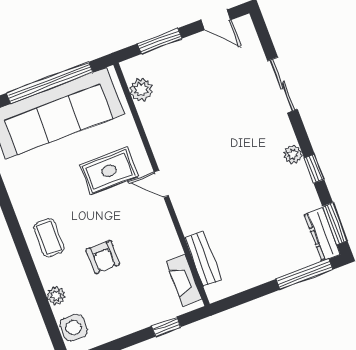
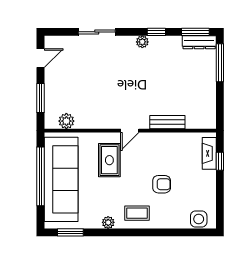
bench: (203, 259) -> (167, 122), moved
fireplace: (184, 280) -> (209, 153), moved, turned 90
plant: (56, 296) -> (108, 222), moved

